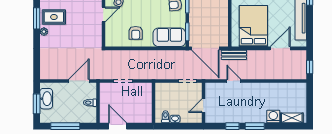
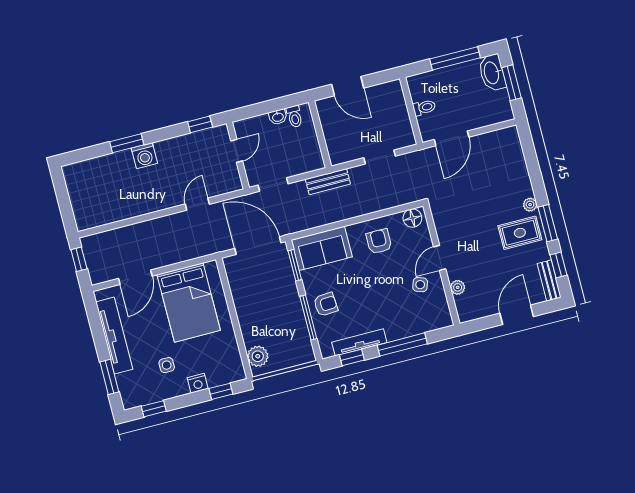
floor lamp: (113, 41) -> (412, 218), added
bench: (234, 55) -> (328, 182), moved
door: (234, 81) -> (197, 204), swing flipped
washbasin: (46, 99) -> (492, 73), moved
washing machine: (273, 117) -> (144, 156), moved
shelving: (292, 118) -> (87, 168), removed
door: (118, 126) -> (348, 86), moved
window: (232, 126) -> (200, 124), moved
window: (255, 126) -> (127, 143), moved

